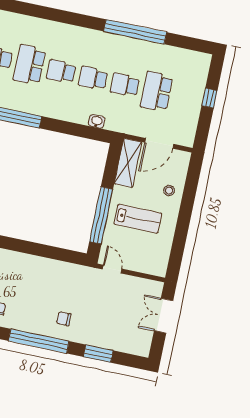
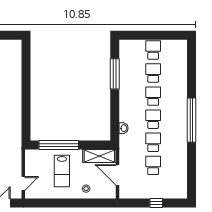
window: (135, 32) -> (192, 120), moved
school desk: (29, 65) -> (153, 73), width x0.54
school desk: (157, 91) -> (153, 165), width x0.54
door: (112, 269) -> (23, 184), moved

